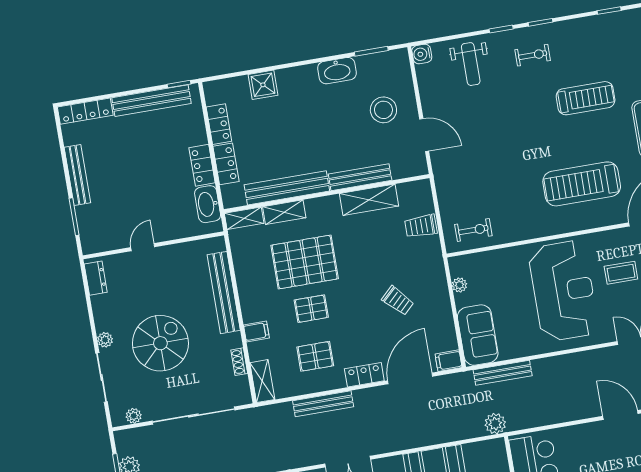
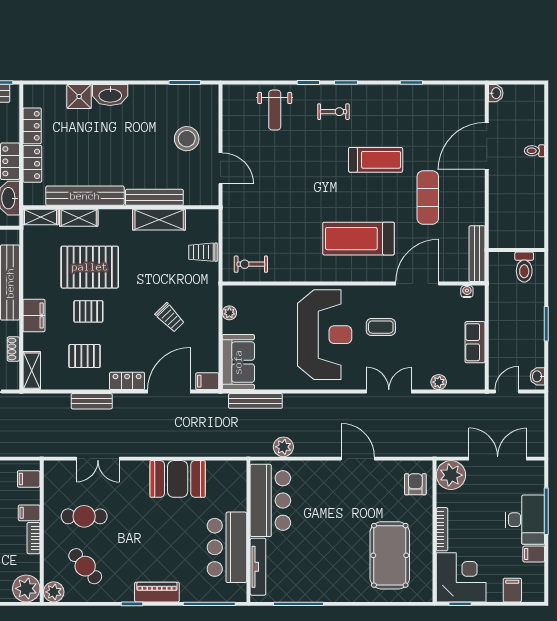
water cooler: (422, 54) -> (231, 93), removed
washbasin: (337, 71) -> (110, 95), moved
exercise bike: (473, 230) -> (251, 264), turned 180
filing cabinet: (256, 331) -> (34, 316), width x2.00
bench: (323, 404) -> (92, 401), width x0.73
plant: (495, 424) -> (283, 447), moved

